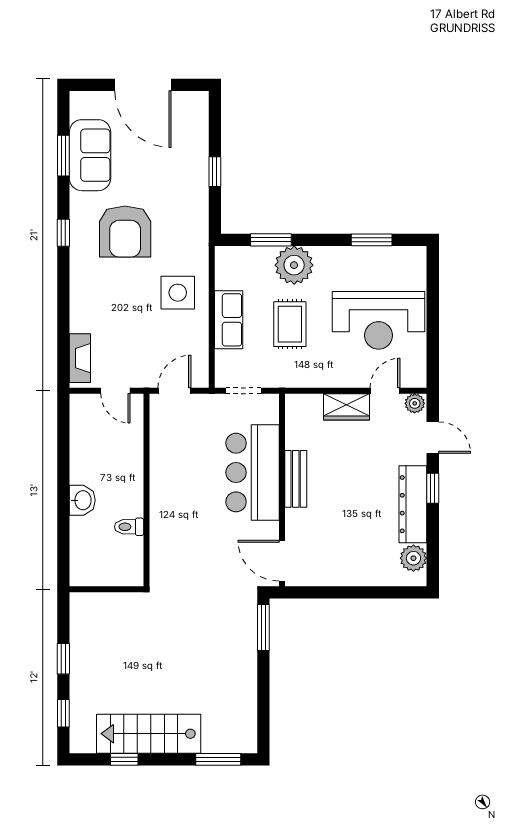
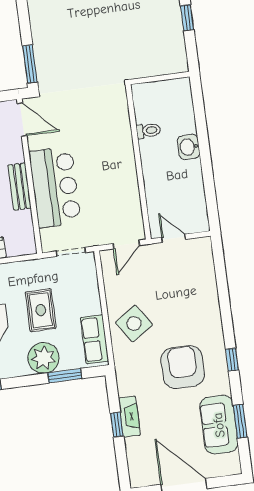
side table: (178, 293) -> (134, 324), turned -34
row of seats: (229, 320) -> (94, 339), moved
fireplace: (80, 358) -> (129, 417), moved, turned 180

